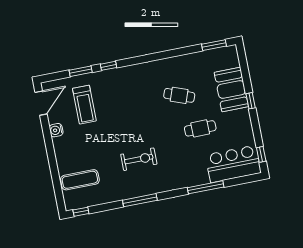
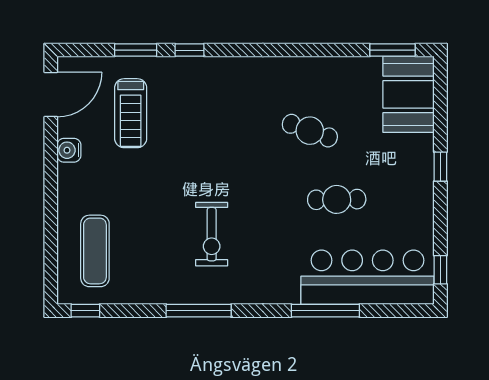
booth: (231, 90) -> (409, 94), moved
exercise bike: (139, 159) -> (212, 234), turned 90
bar counter: (233, 164) -> (367, 277), width x1.36
exercise mat: (80, 180) -> (95, 251), turned 90

